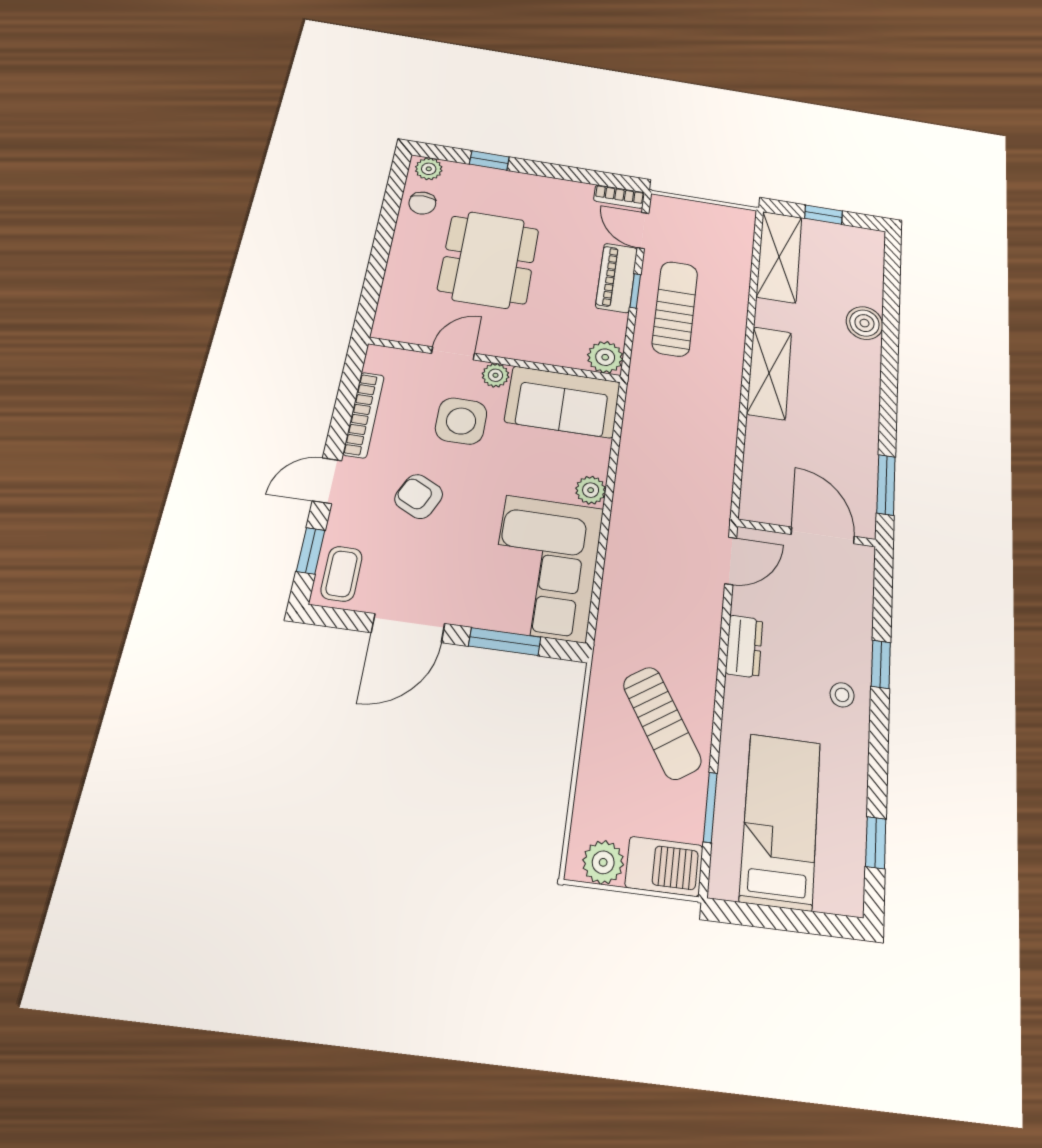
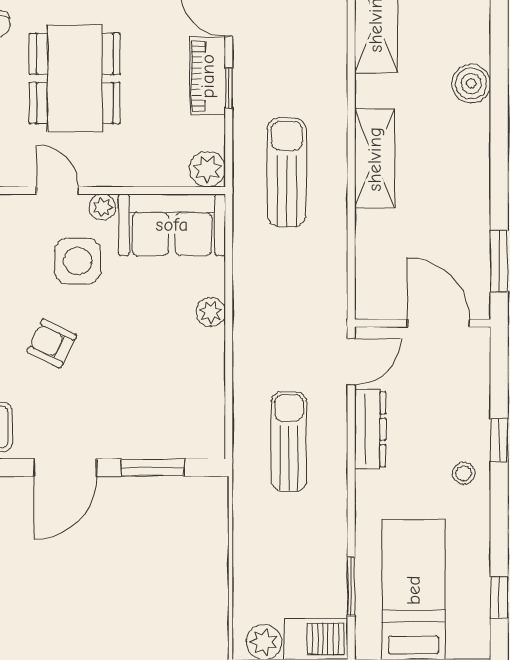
sun lounger: (675, 308) -> (287, 172), moved
door: (453, 353) -> (57, 191), hinge flipped
corner sofa: (545, 568) -> (179, 394), removed
dresser: (744, 646) -> (370, 429), width x1.44
sun lounger: (662, 723) -> (289, 441), moved, turned -147

